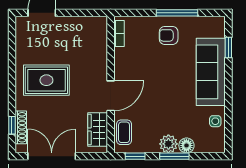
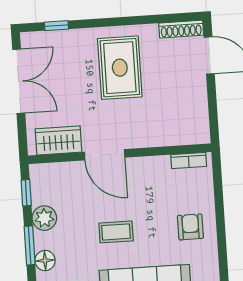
window: (177, 13) -> (221, 236), removed
shoe rack: (21, 127) -> (181, 29), moved
coffee table: (124, 132) -> (116, 232), moved
plant: (168, 144) -> (44, 218), moved

